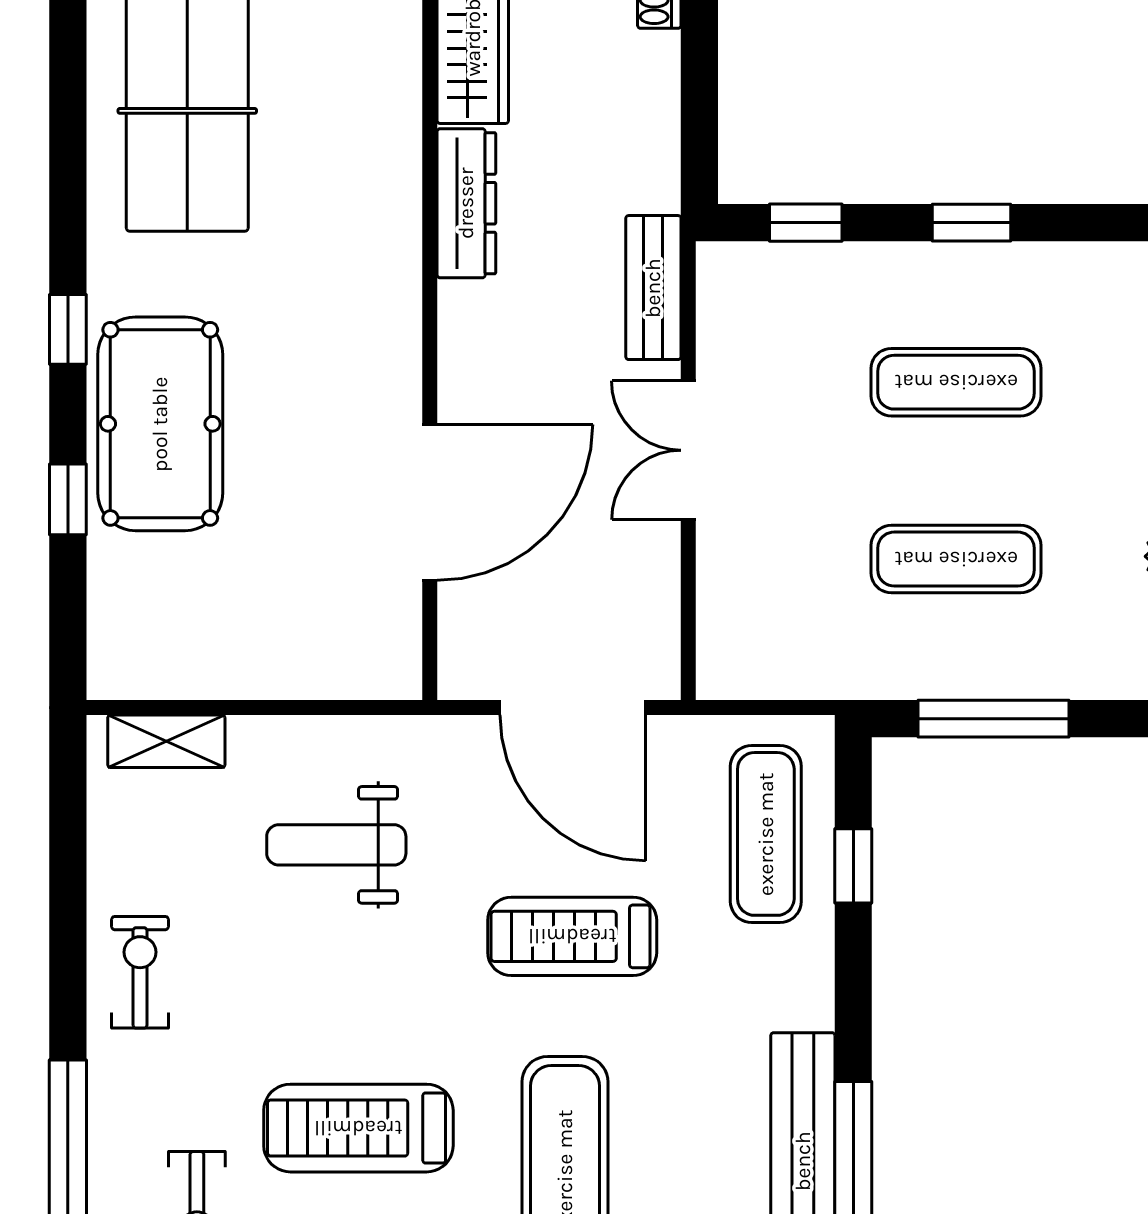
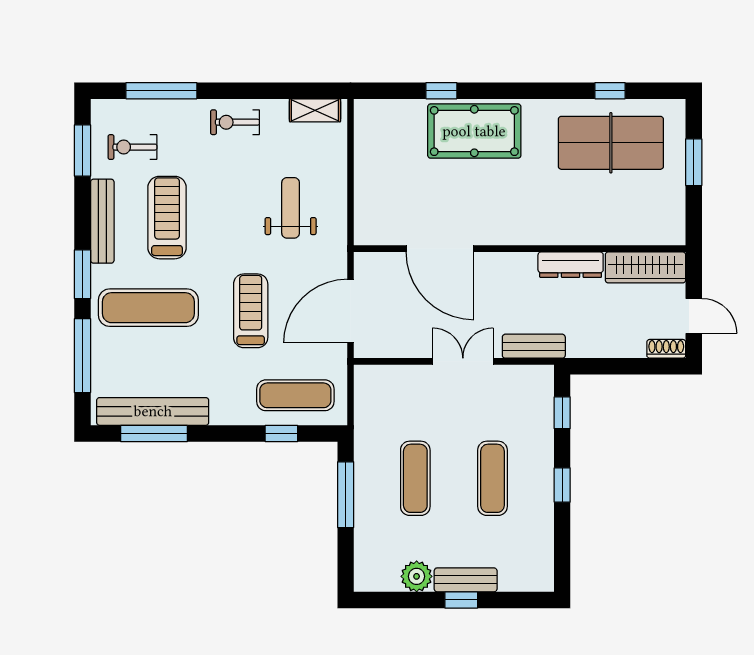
window: (68, 329) -> (610, 91), moved
shelving: (166, 741) -> (315, 110), moved, turned 90
exercise bike: (140, 972) -> (235, 122), turned 180

